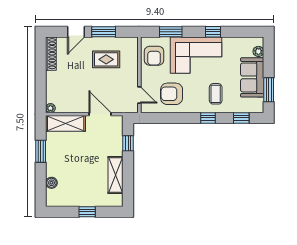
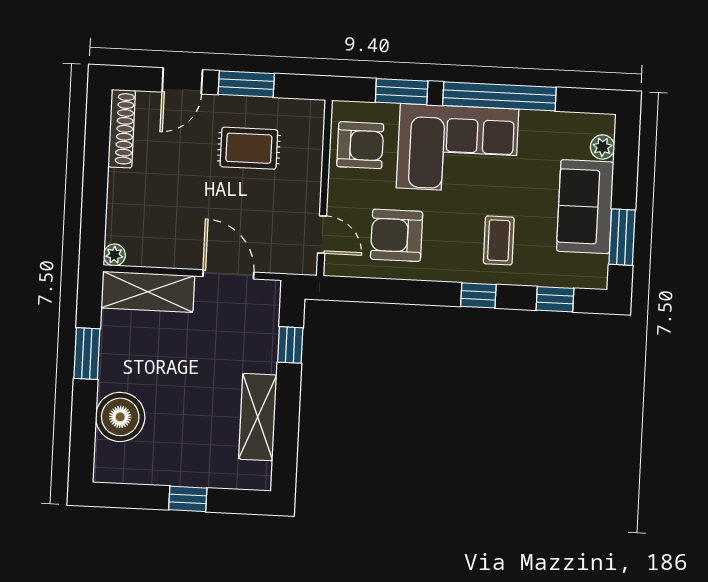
window: (213, 32) -> (499, 96), width x3.17
armchair: (154, 56) -> (360, 145), turned -90
boiler: (51, 183) -> (120, 417), width x1.86, depth x1.86

